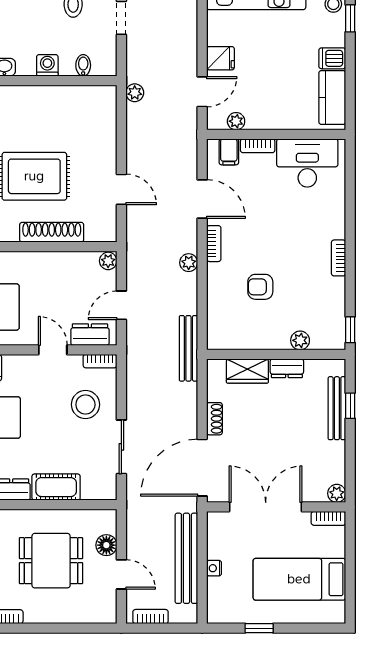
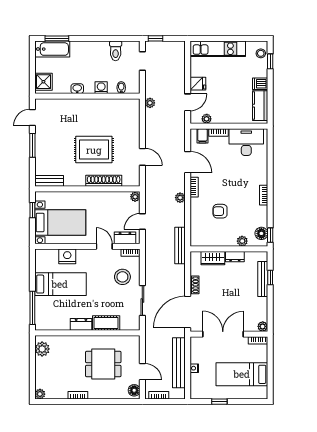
floor lamp: (334, 327) -> (261, 233), added
floor lamp: (106, 545) -> (134, 390), moved

